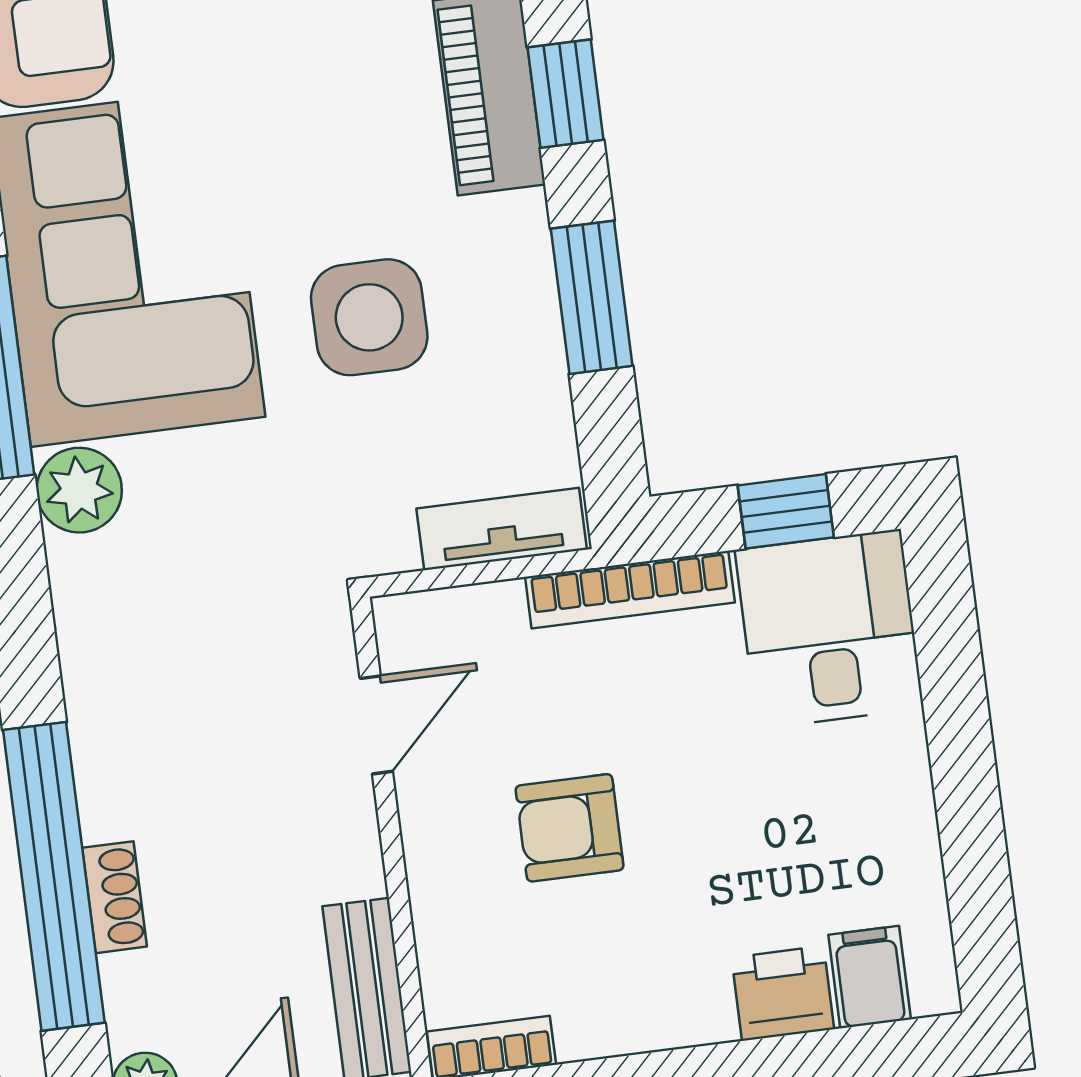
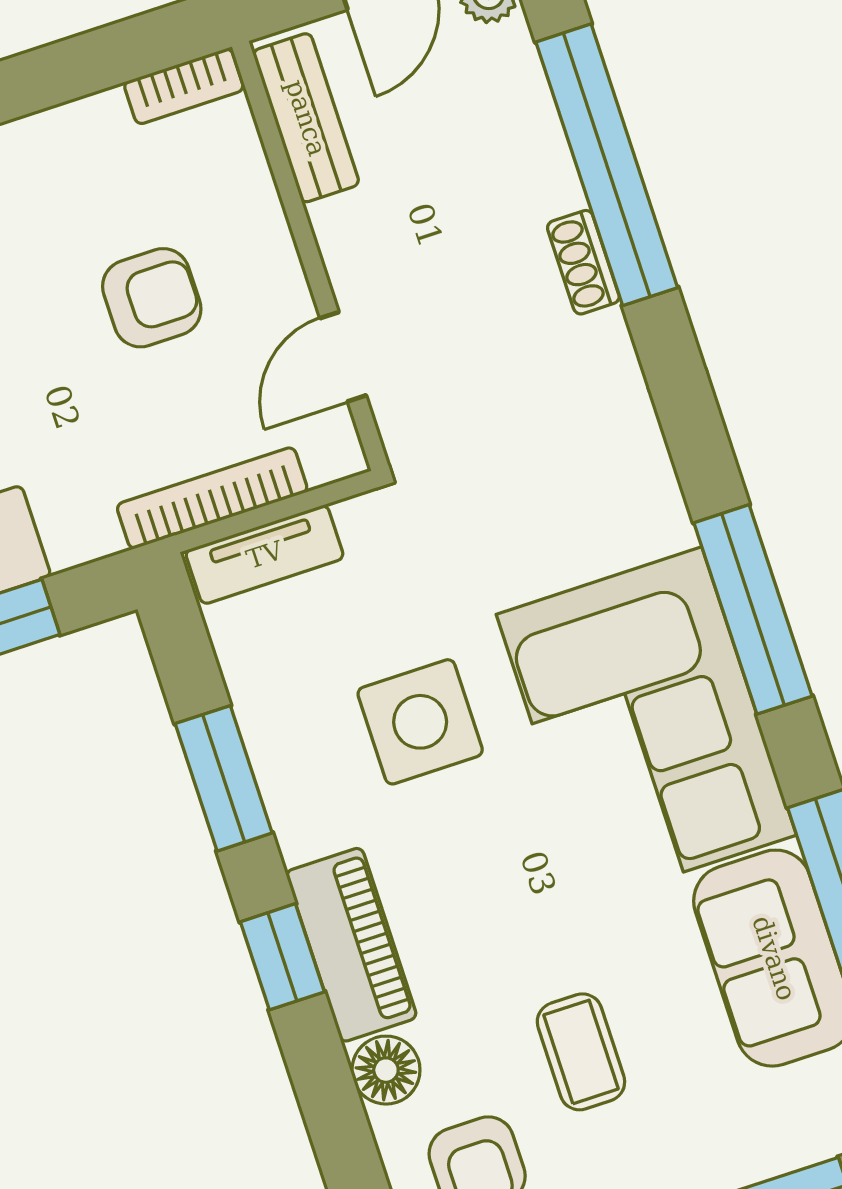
plant: (79, 490) -> (651, 516), removed
bookcase: (630, 590) -> (212, 498), moved
shoe rack: (115, 897) -> (583, 262), moved

